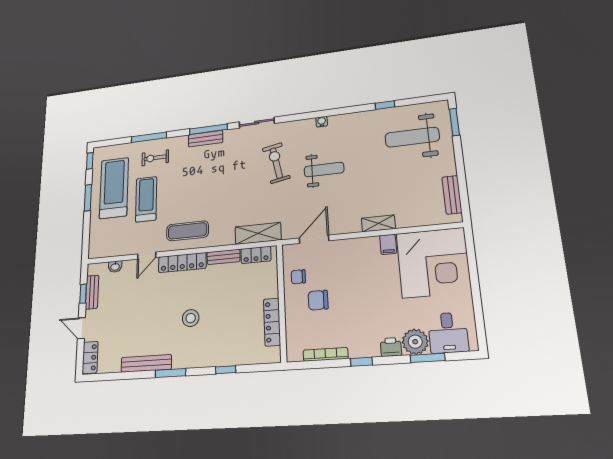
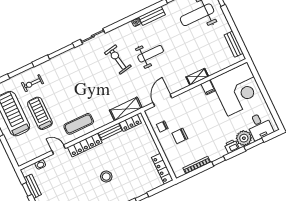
bench: (205, 139) -> (152, 16), moved
door: (147, 256) -> (59, 150), swing flipped
locker: (272, 322) -> (162, 169), moved

